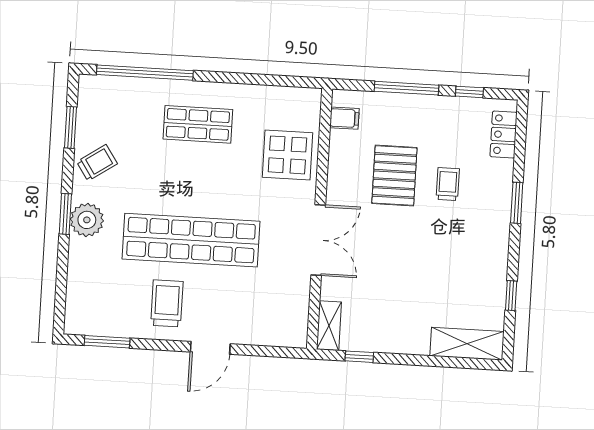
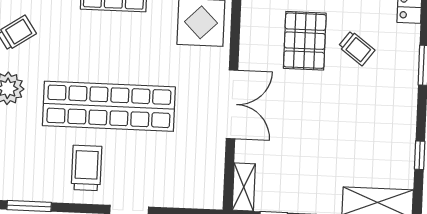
trolley: (448, 184) -> (357, 48), turned 127

